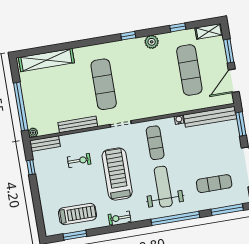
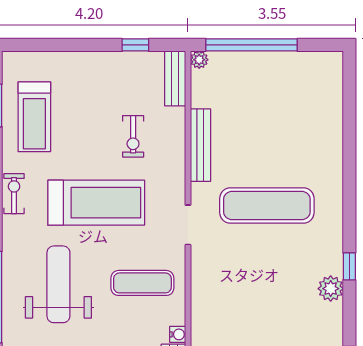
plant: (152, 42) -> (331, 289), moved
shelving: (46, 60) -> (330, 107), removed
weight bench: (163, 187) -> (58, 284), turned -90

